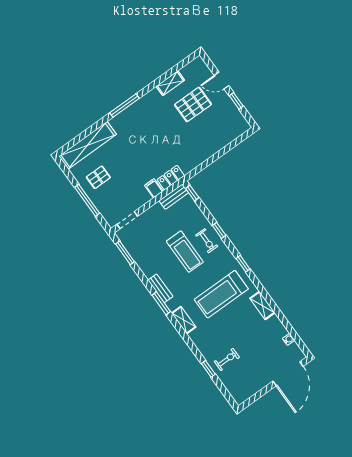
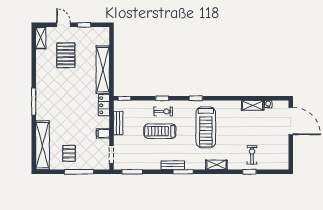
door: (222, 80) -> (63, 25), swing flipped
shelving: (170, 83) -> (41, 38), moved
shelving: (205, 151) -> (103, 70), added
filing cabinet: (154, 188) -> (103, 133), moved
bench: (174, 197) -> (118, 123), moved
treadmill: (185, 252) -> (160, 131), turned 180
shelving: (262, 306) -> (253, 105), moved
shelving: (184, 320) -> (216, 165), moved

